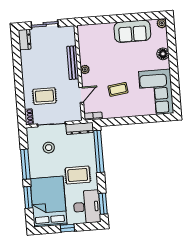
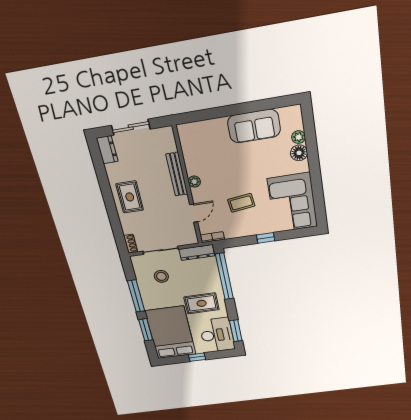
plant: (162, 23) -> (299, 137), moved
rug: (44, 96) -> (130, 197), moved, turned 90
window: (134, 120) -> (266, 238), added

